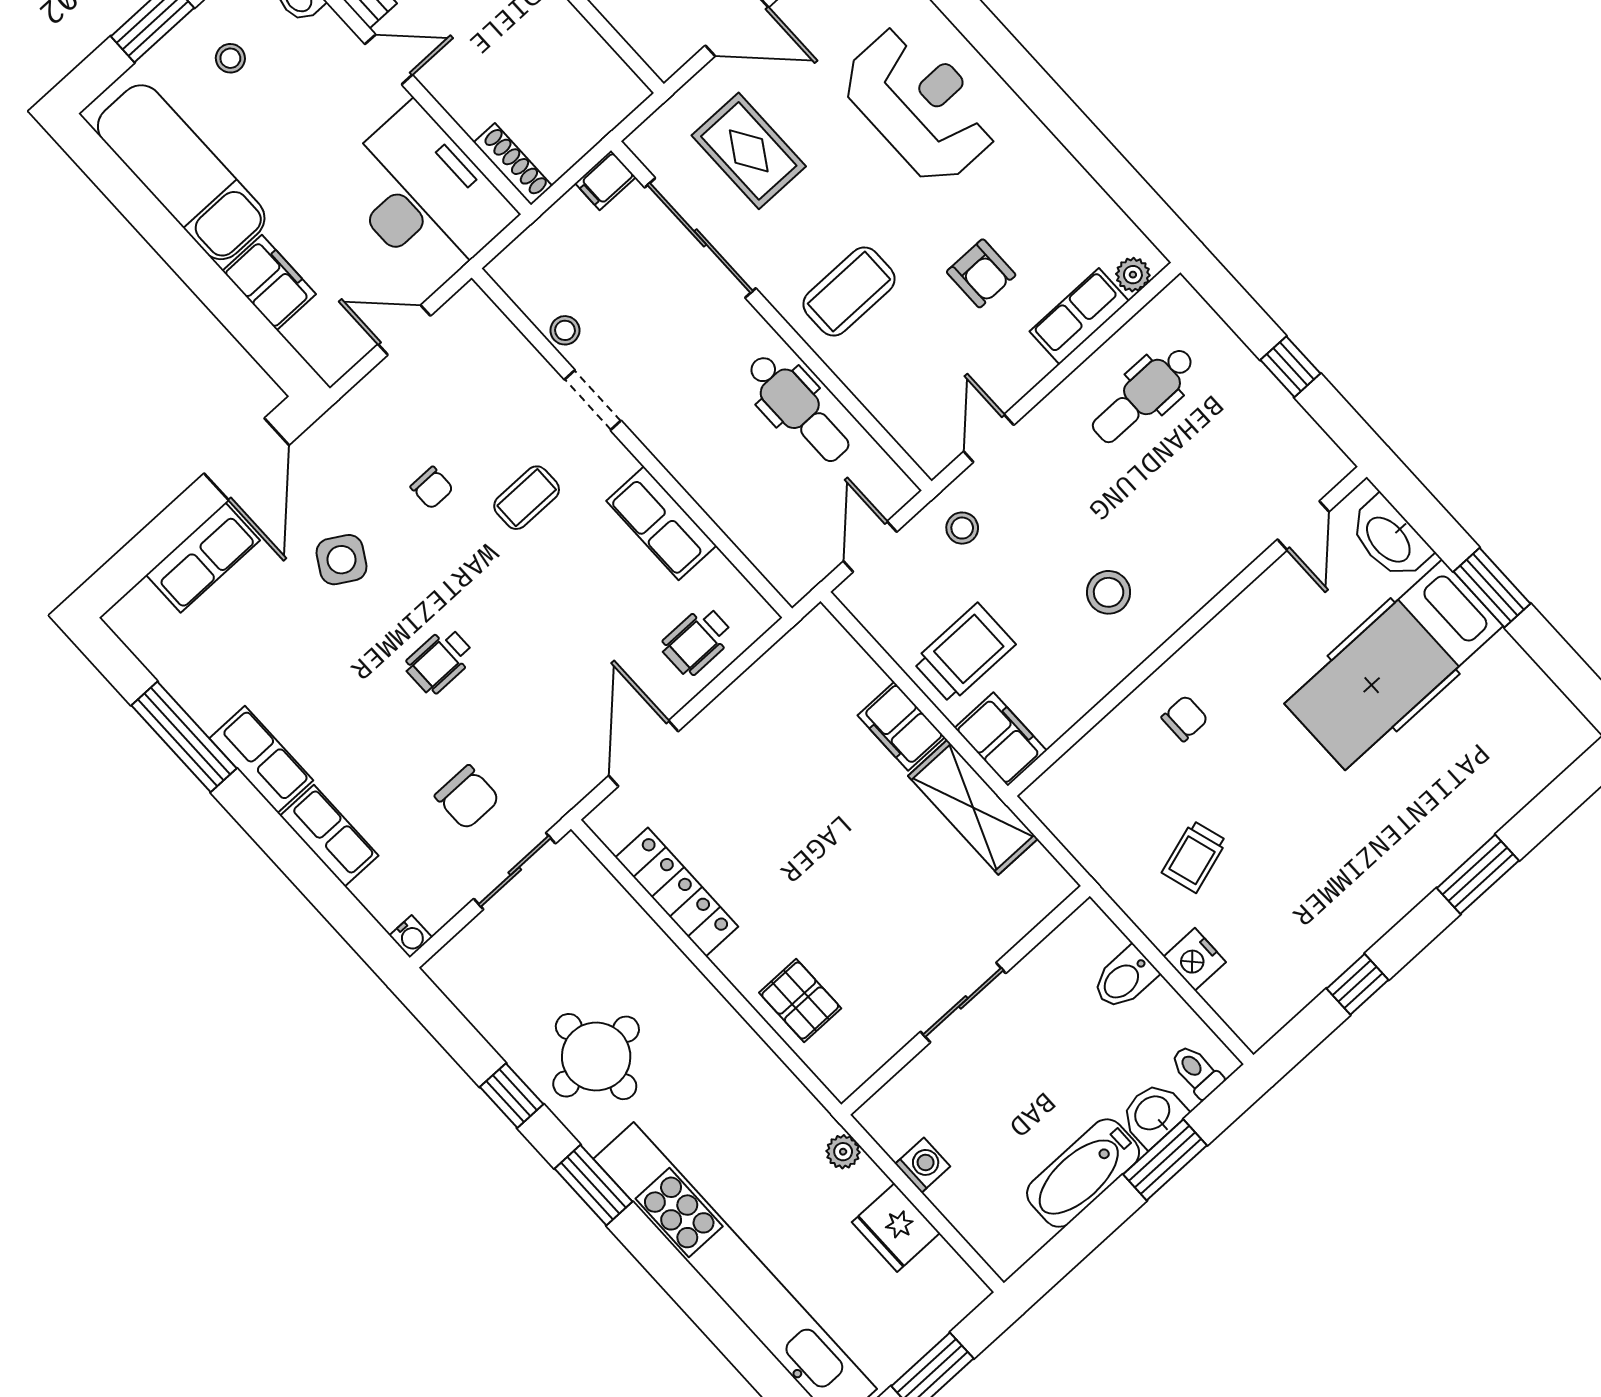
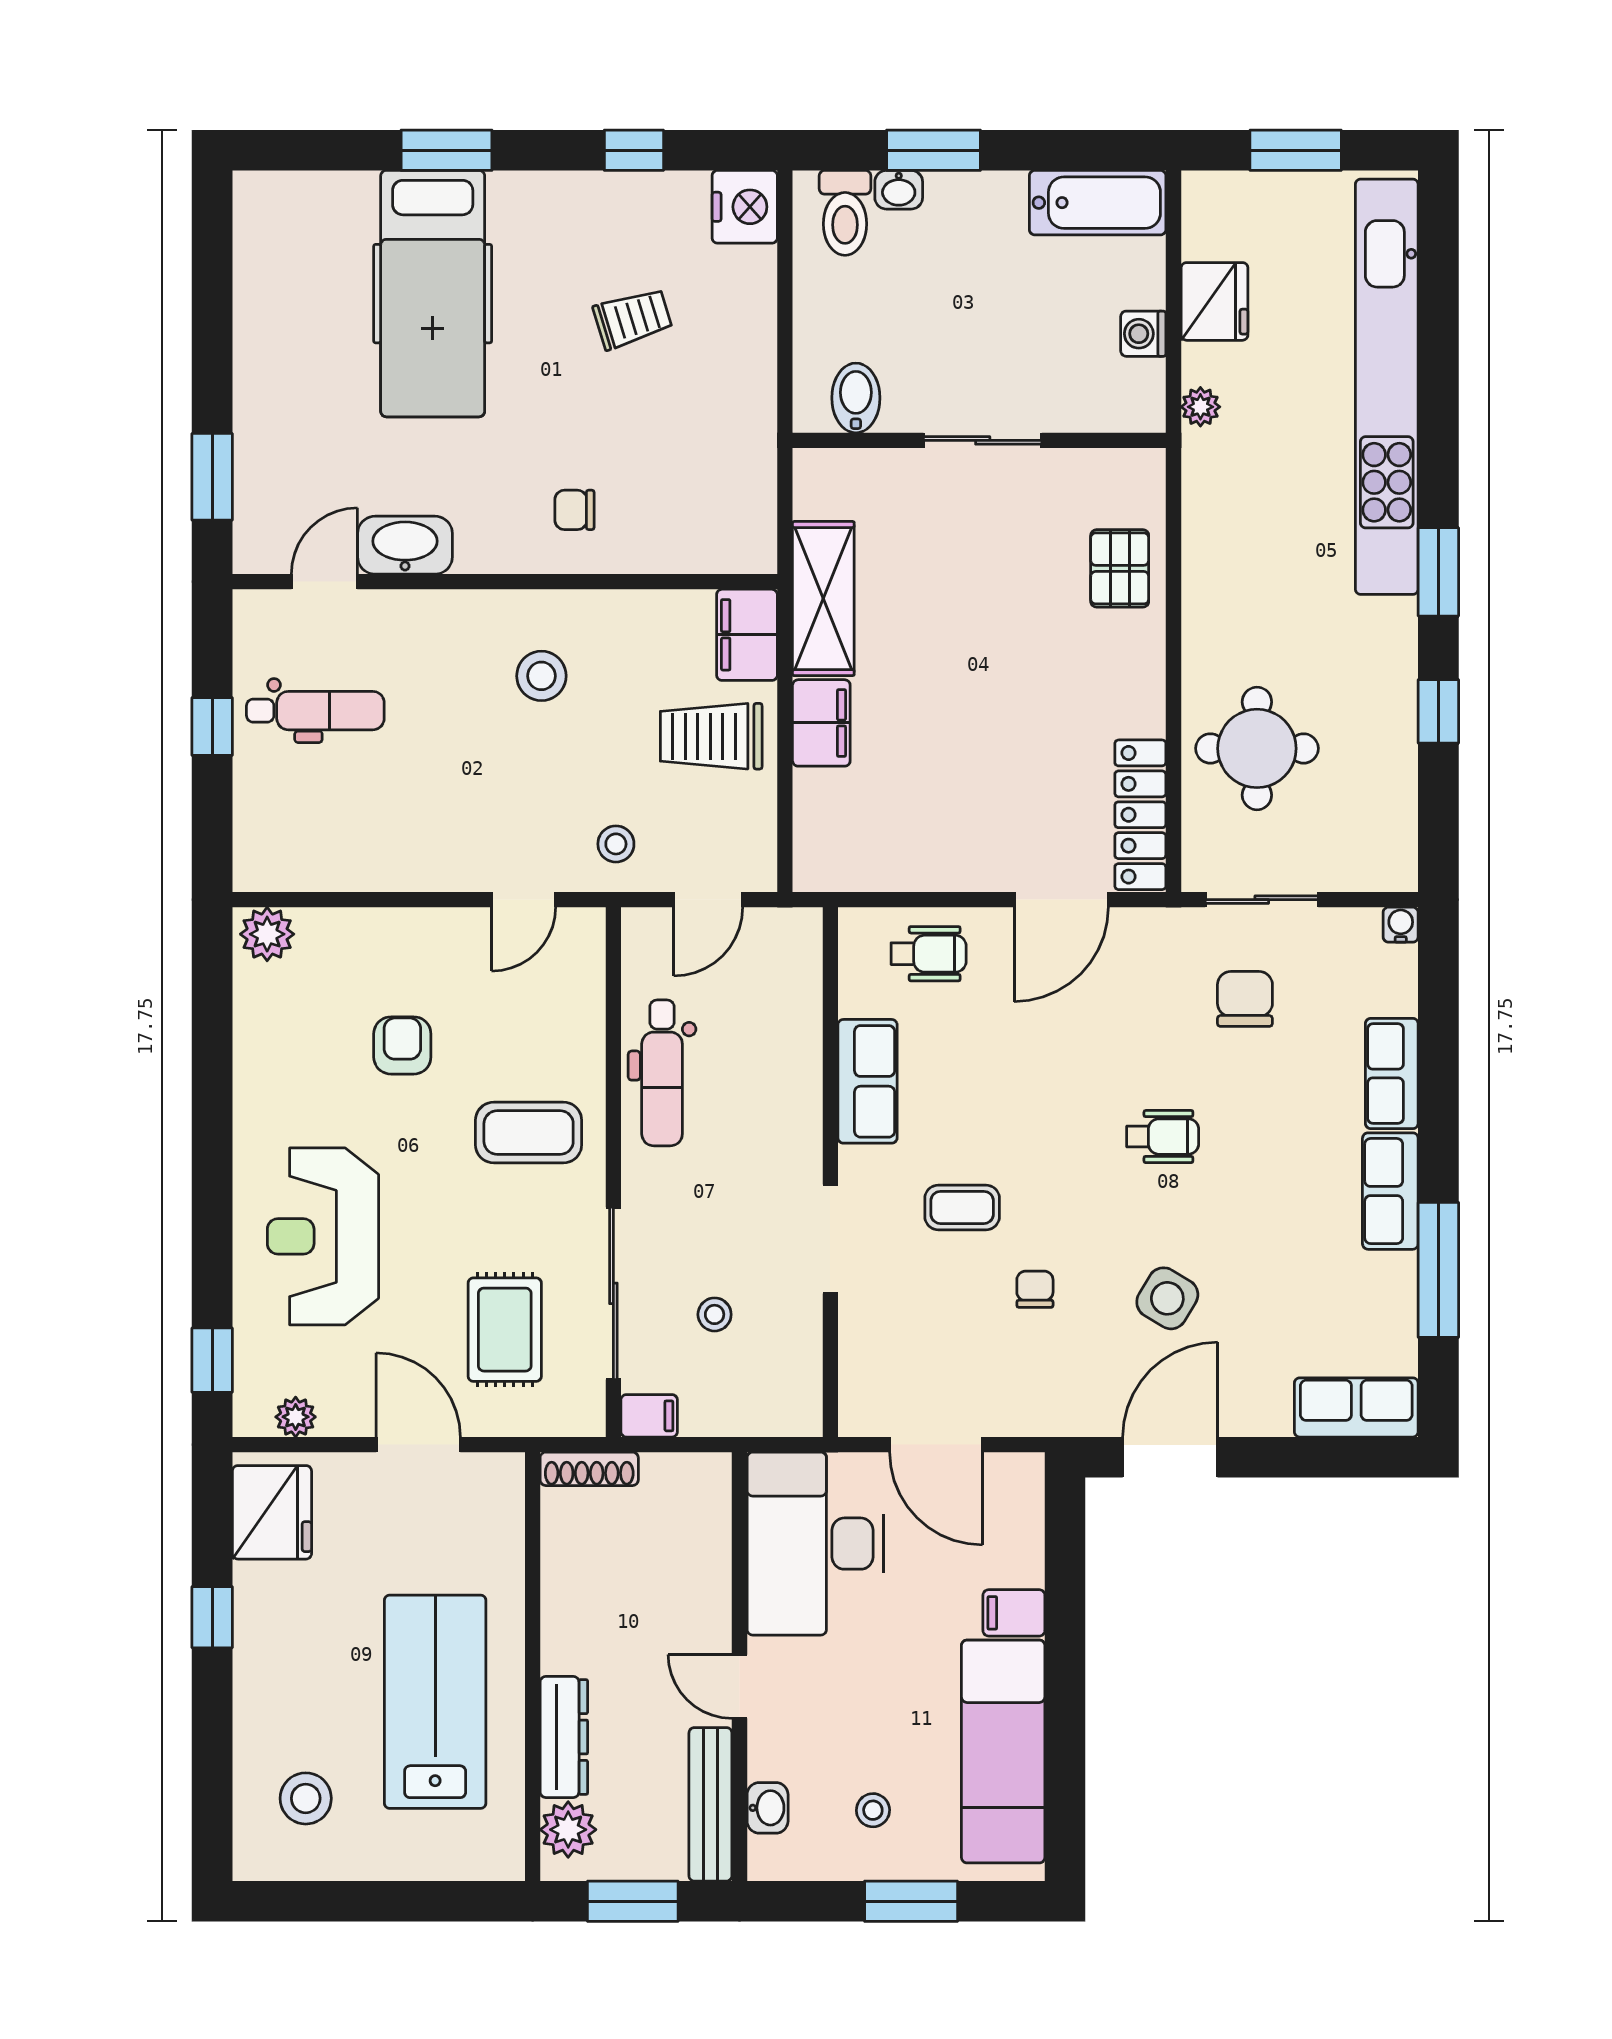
shoe rack: (513, 164) -> (589, 1469), moved, turned -90
plant: (1133, 275) -> (267, 934), width x1.38, depth x1.38
filing cabinet: (269, 282) -> (1014, 1613), width x0.50
row of seats: (1079, 316) -> (352, 933), removed
door: (404, 330) -> (936, 1445), width x1.38
stool: (565, 330) -> (715, 1314), moved
dental chair: (1143, 395) -> (315, 711), moved
doorway: (593, 400) -> (830, 1239), width x1.38
dental chair: (798, 408) -> (662, 1073), turned 180
washbasin: (1389, 539) -> (405, 545), moved, turned -90
row of seats: (203, 558) -> (1356, 1407), moved
window: (1492, 588) -> (212, 477), moved
hospital bed: (1394, 665) -> (433, 294), moved, turned 90
trolley: (1194, 857) -> (633, 319), moved
locker: (677, 892) -> (1140, 815), moved
nightstand: (1195, 959) -> (745, 207), moved, width x1.36, depth x1.33
bidet: (1124, 979) -> (856, 398), moved, turned -90
round table: (596, 1057) -> (1257, 748), moved
toilet: (1197, 1071) -> (845, 213), width x1.37, depth x1.39
washbasin: (1153, 1114) -> (899, 190), width x0.72, depth x0.69
bathtub: (1083, 1173) -> (1098, 203), moved

